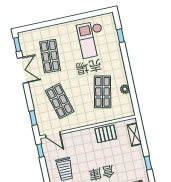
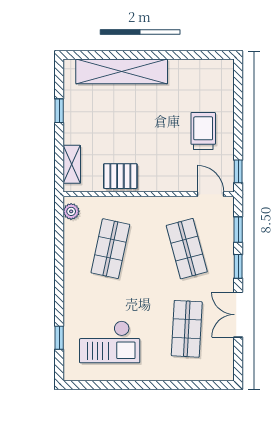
checkout: (92, 39) -> (110, 342), turned 90
window: (17, 45) -> (238, 266), moved
plant: (125, 89) -> (71, 211), moved

